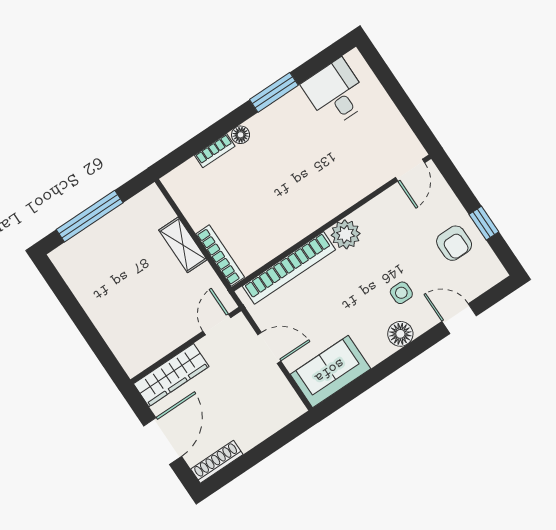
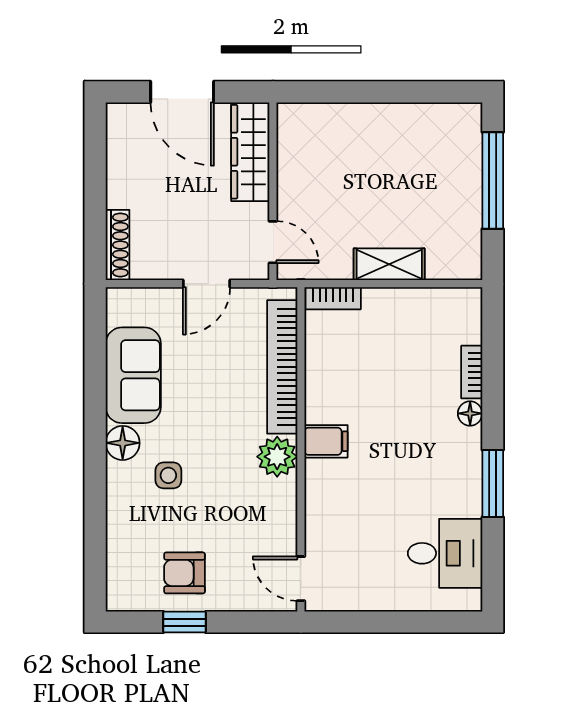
filing cabinet: (316, 211) -> (326, 441), added
bookcase: (220, 256) -> (333, 298), width x0.64
door: (459, 319) -> (95, 521), removed
sofa: (330, 371) -> (133, 375), moved
shoe rack: (217, 462) -> (117, 245), moved

